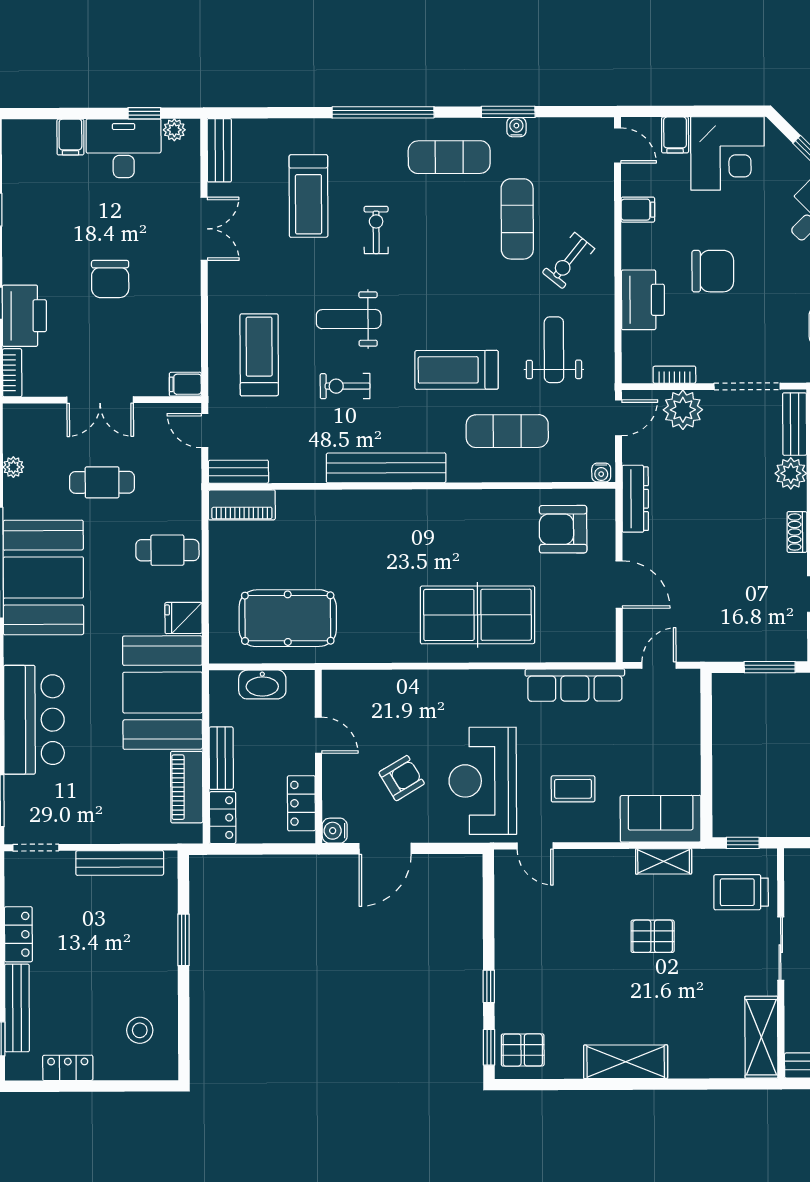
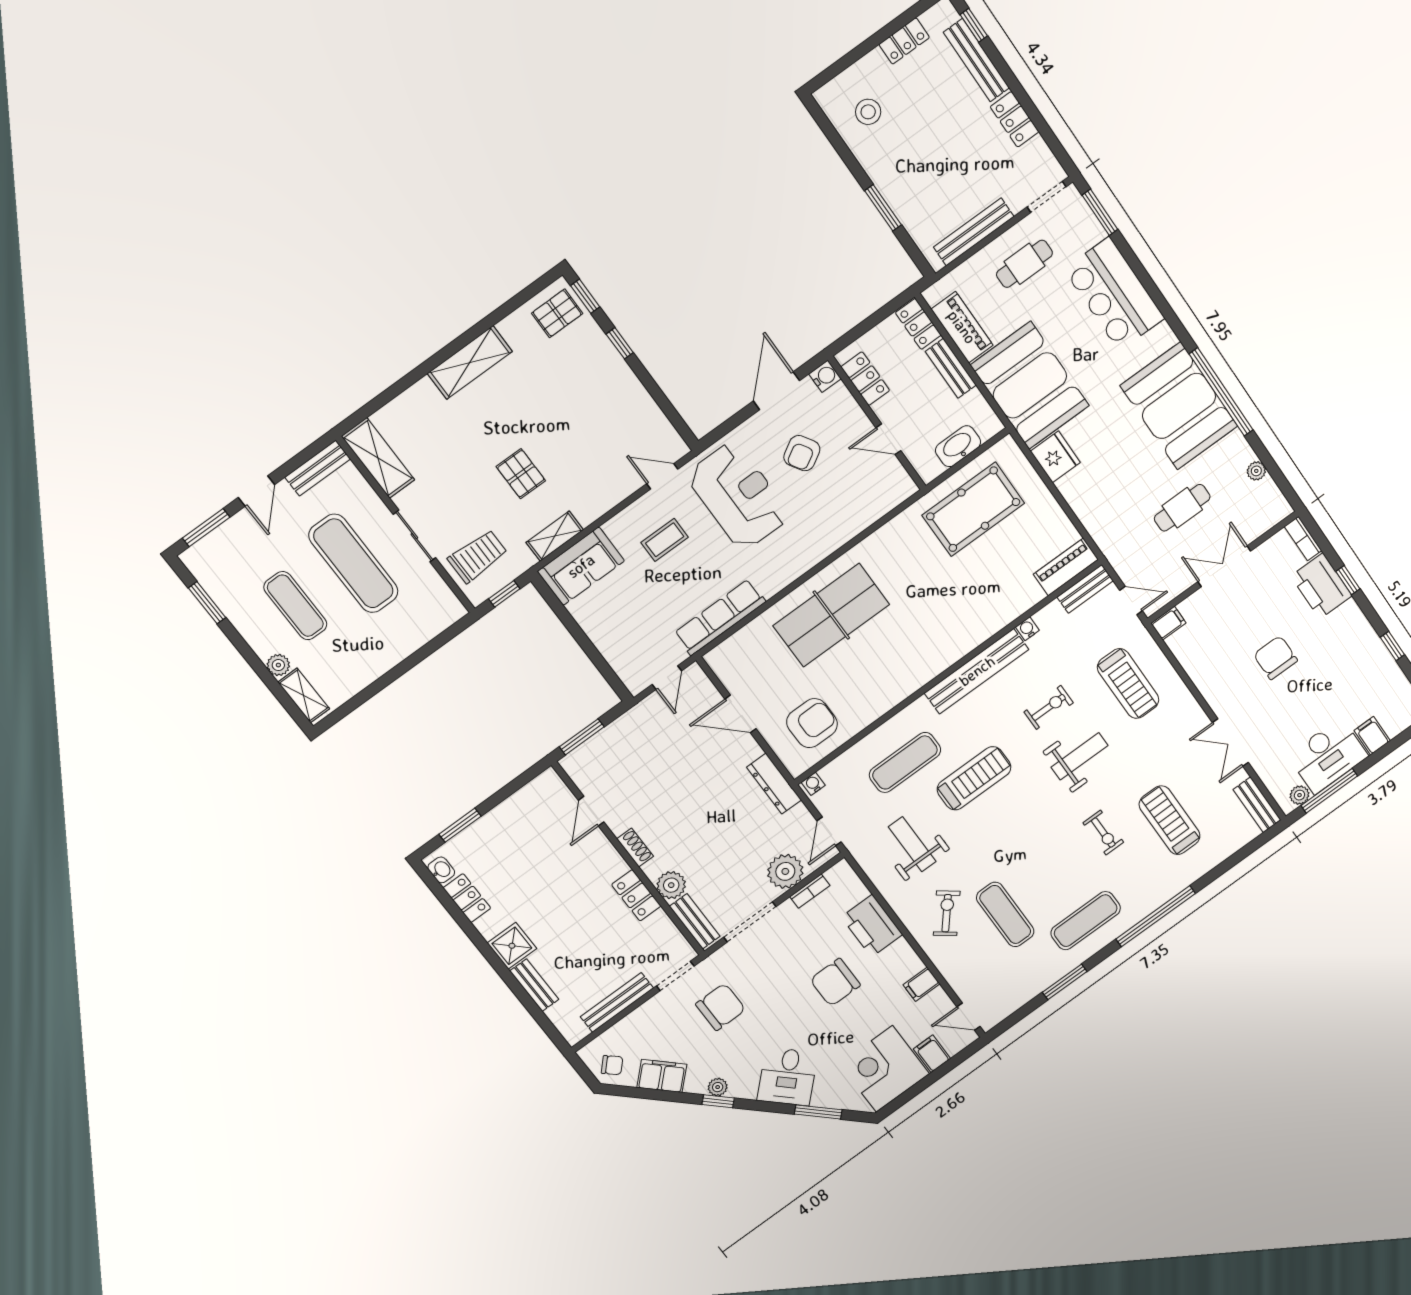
window: (144, 113) -> (1329, 791), width x2.17
water cooler: (516, 127) -> (1027, 629), moved, turned 180
weight bench: (554, 350) -> (912, 844), turned 180
cafe table: (167, 550) -> (1024, 264), moved
fridge: (184, 618) -> (1055, 457), width x1.38
pallet: (653, 936) -> (521, 474), turned 90

